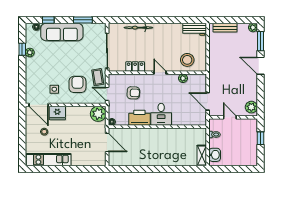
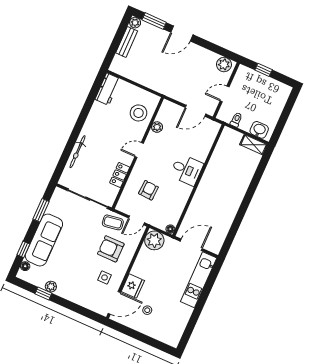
bench: (225, 28) -> (127, 42), moved
printer: (139, 118) -> (180, 196), removed
kitchen unit: (49, 160) -> (199, 280), moved

